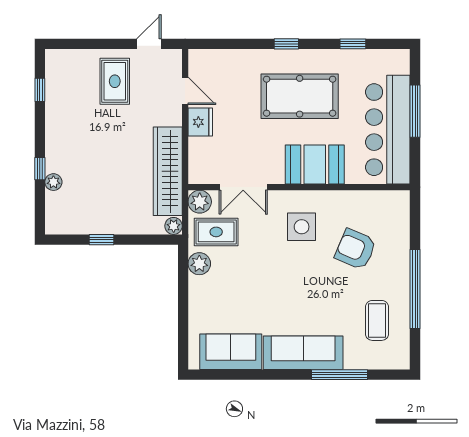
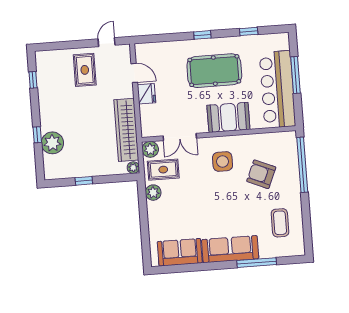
plant: (53, 182) -> (52, 143), width x1.88, depth x1.88
window: (415, 289) -> (302, 165), moved

